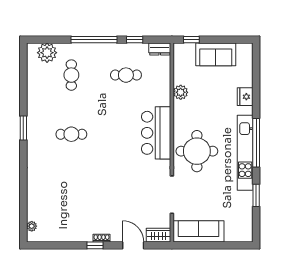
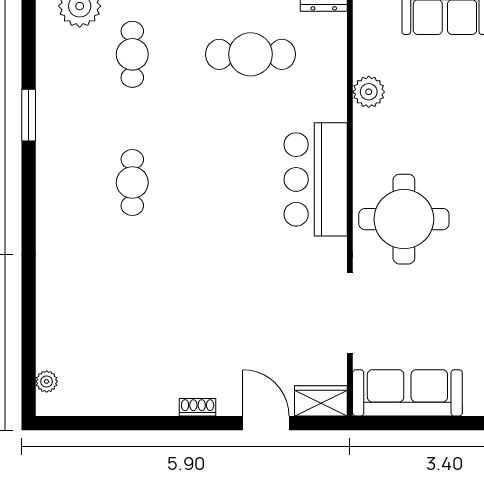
cafe table: (126, 75) -> (251, 54), width x1.37, depth x1.35
window: (23, 128) -> (29, 115), moved
cafe table: (71, 134) -> (132, 183), turned 90
window: (95, 245) -> (183, 423), removed

